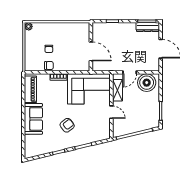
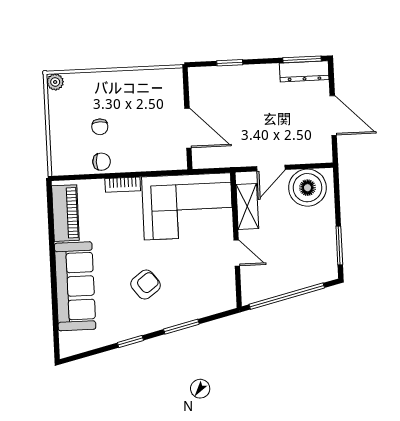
sofa: (33, 119) -> (75, 286), width x1.36

